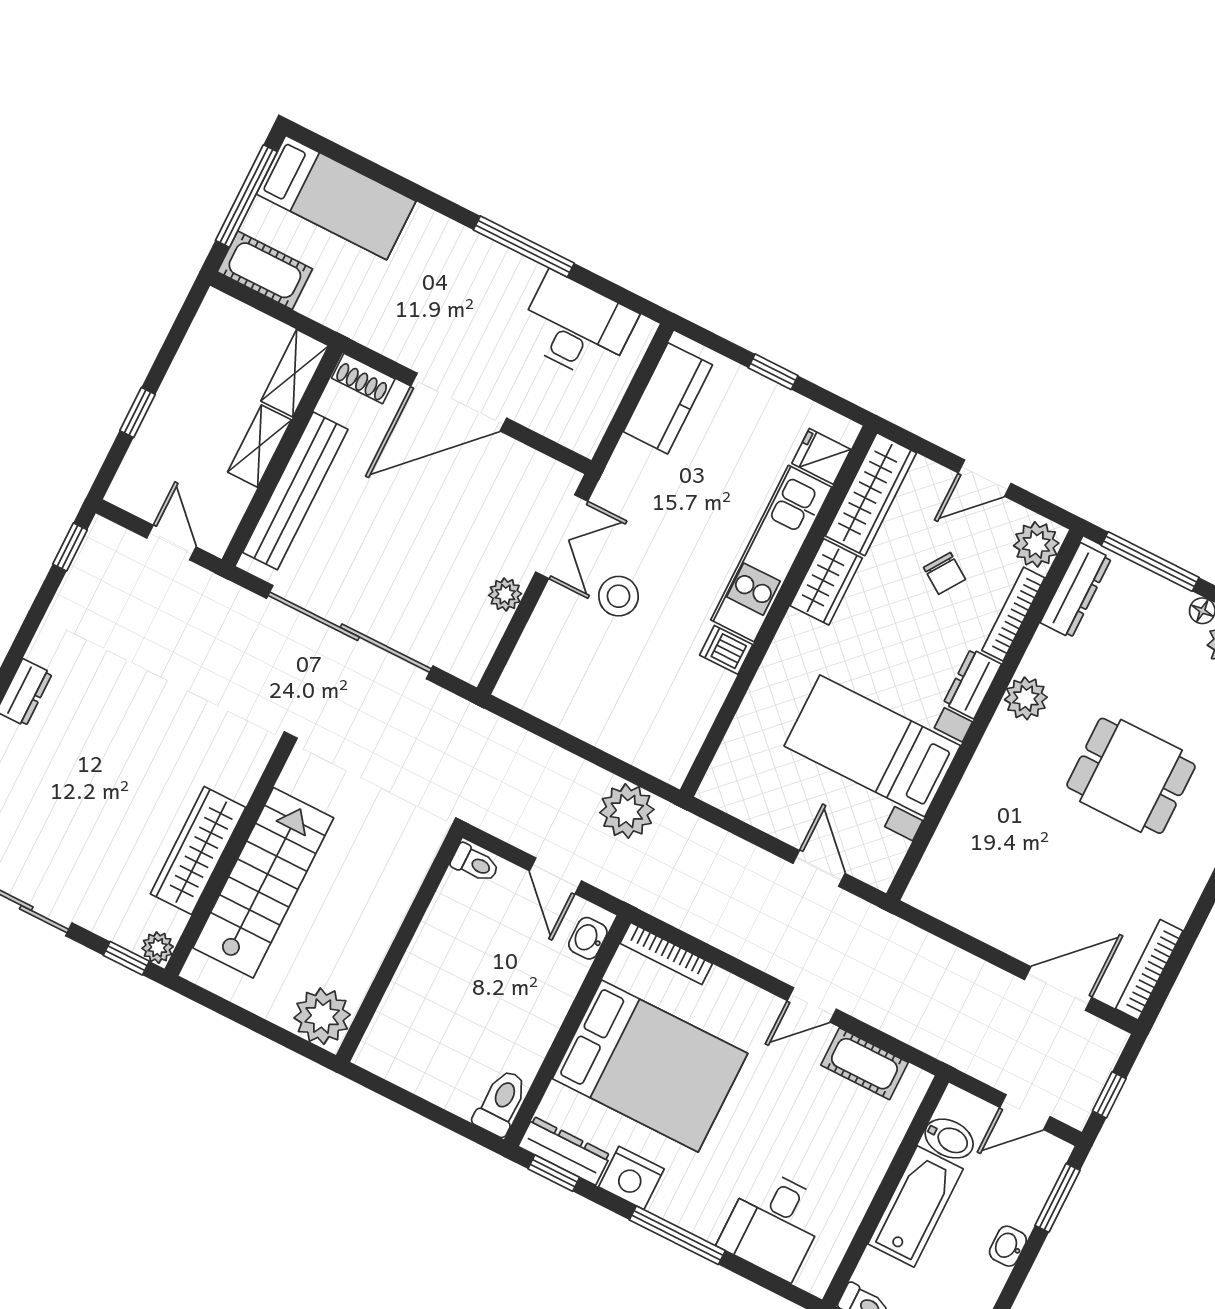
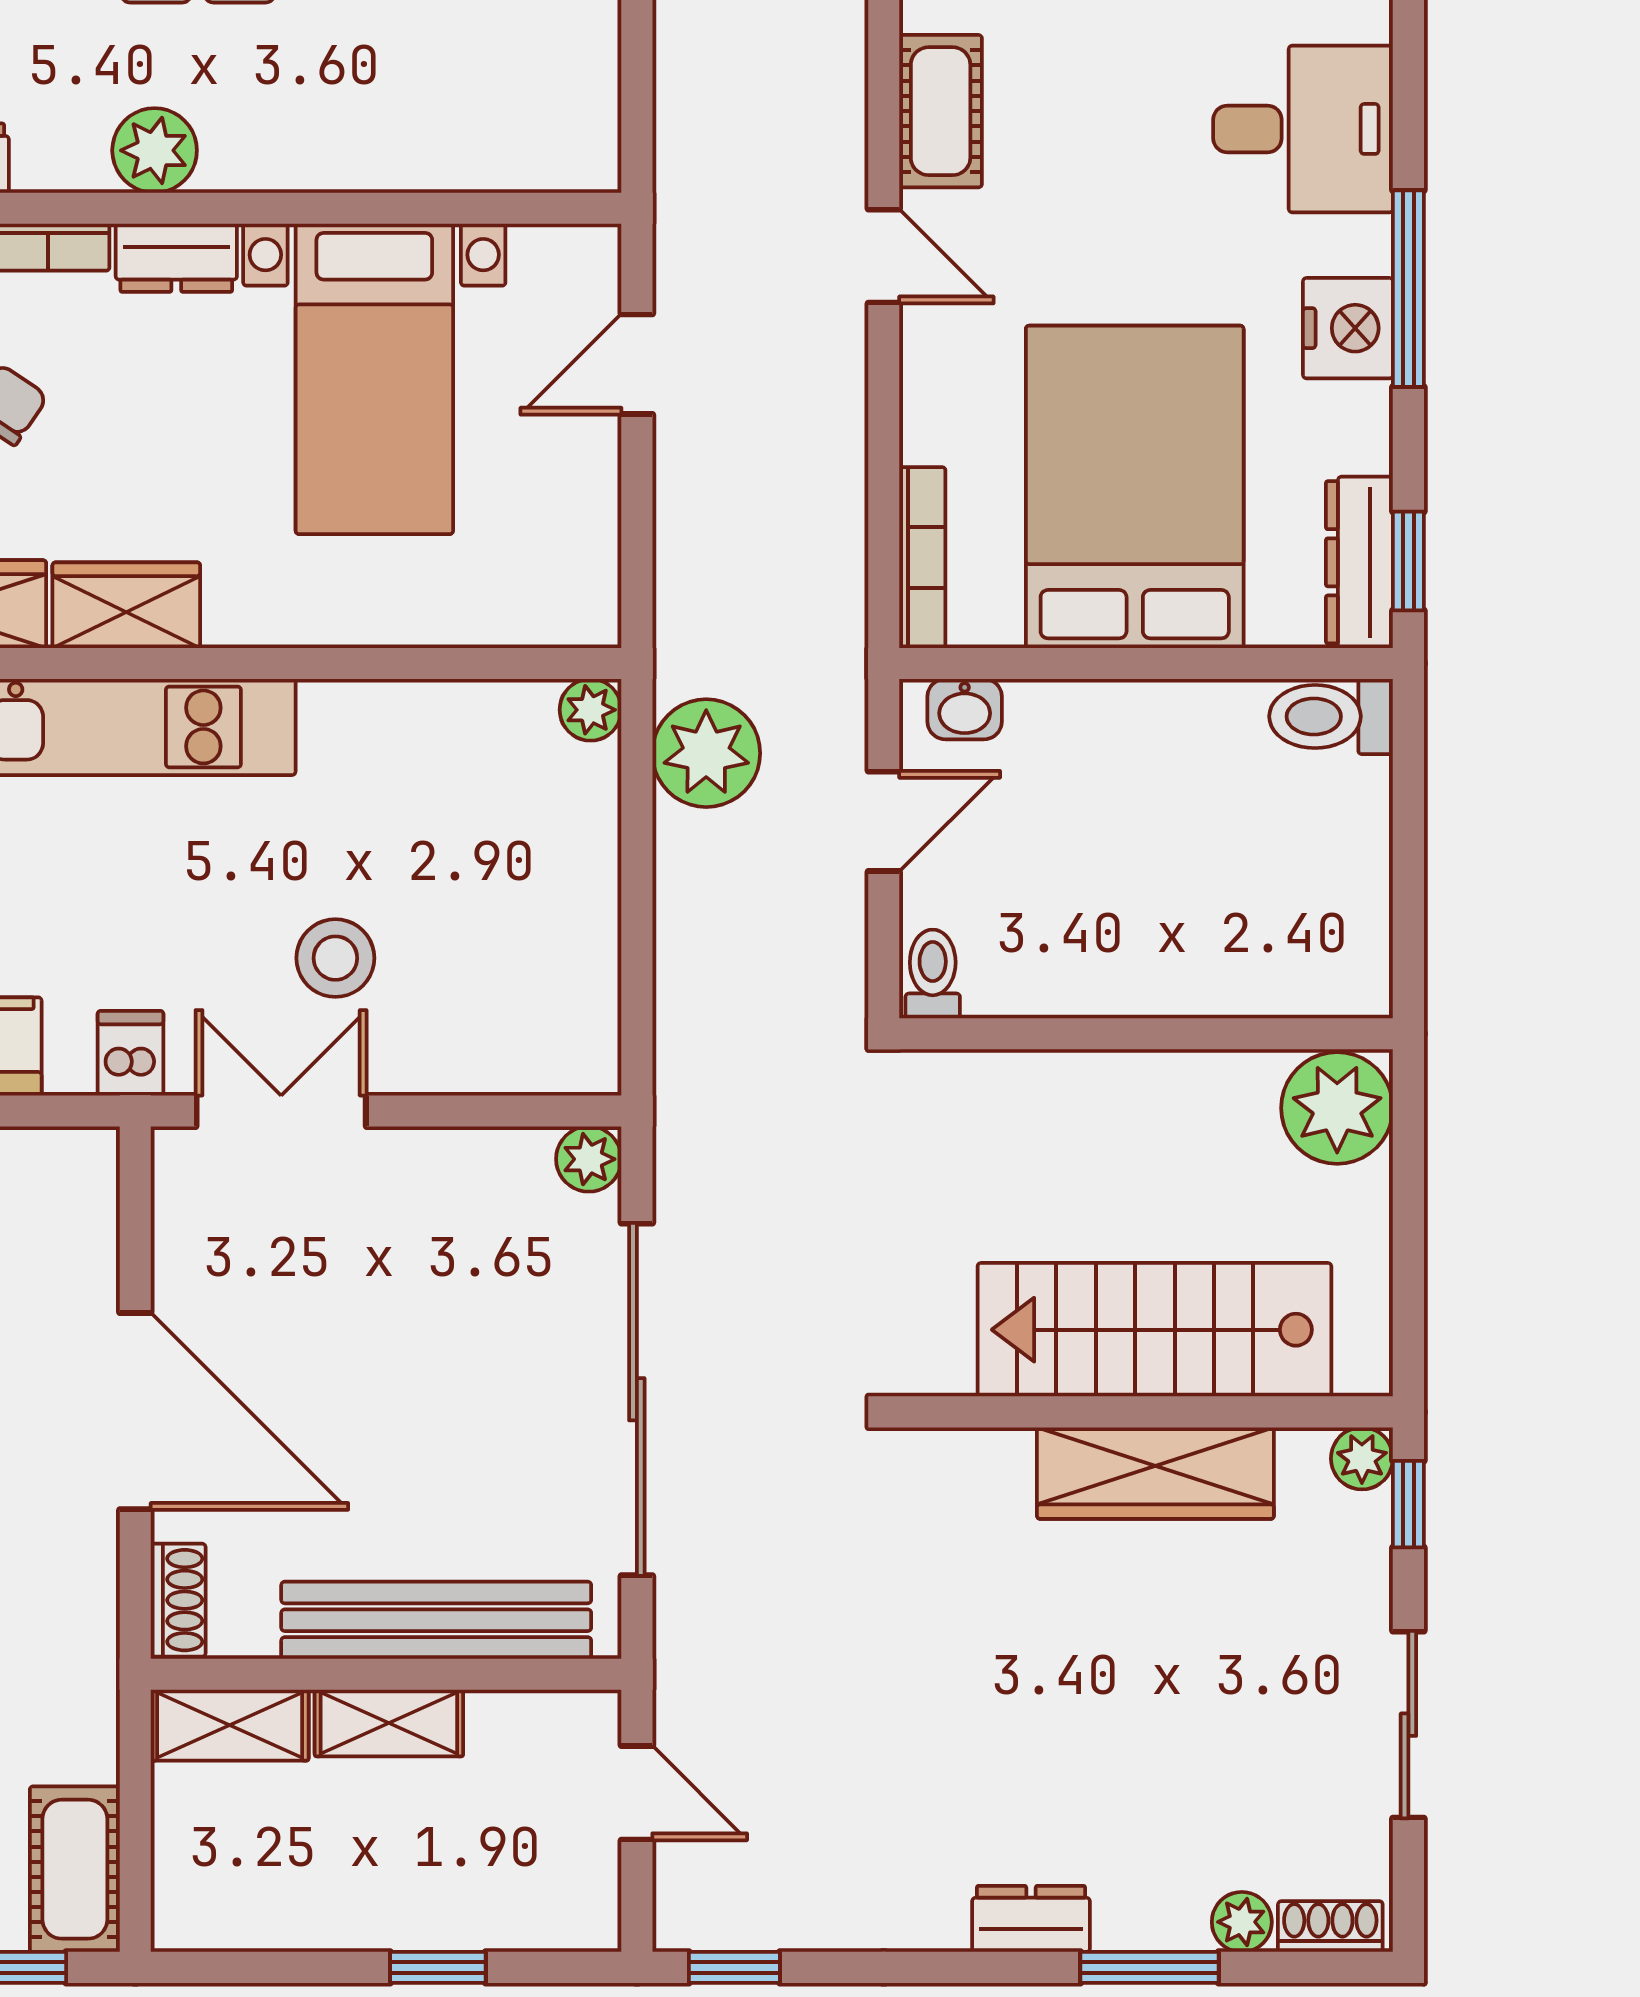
door: (171, 542) -> (637, 1793), swing flipped
plant: (505, 595) -> (589, 1159), moved
dishwasher: (726, 650) -> (130, 1053), moved, turned 180
plant: (673, 768) -> (591, 710), added
nightstand: (631, 1178) -> (1348, 328), moved

